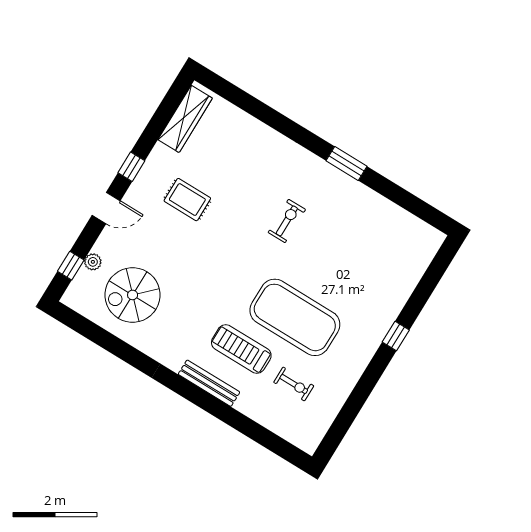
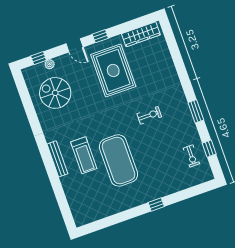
rug: (187, 200) -> (113, 70), width x1.86, depth x2.06
window: (406, 200) -> (209, 149), added
treadmill: (241, 349) -> (84, 155), turned 180
exercise bike: (294, 384) -> (191, 156), moved

